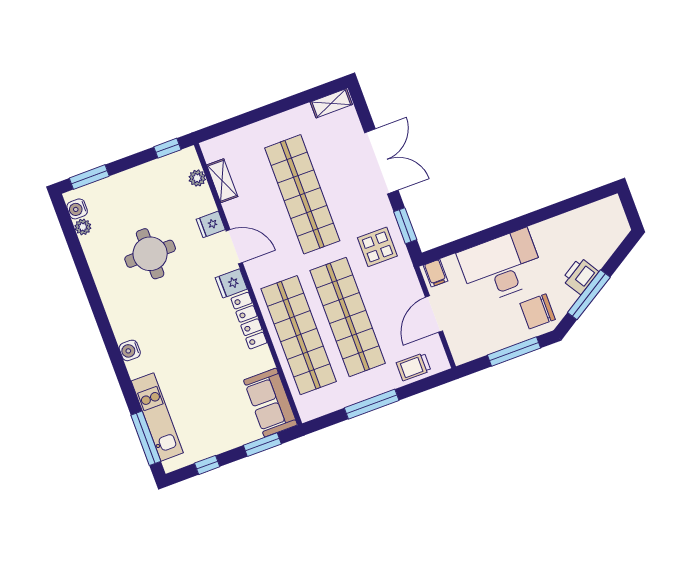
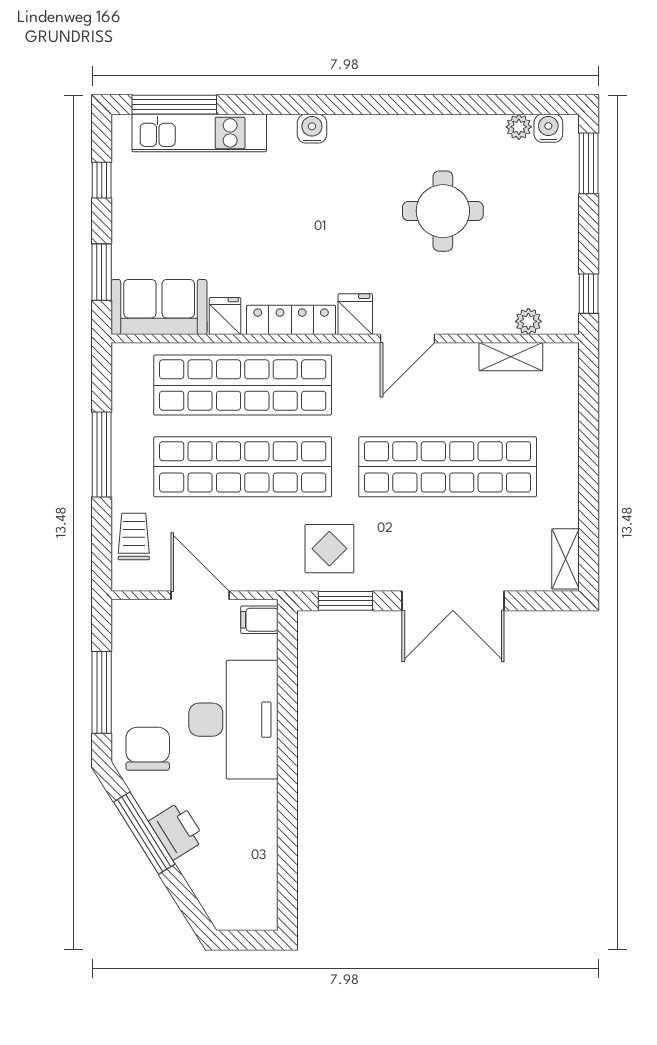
fridge: (211, 224) -> (225, 316), moved

